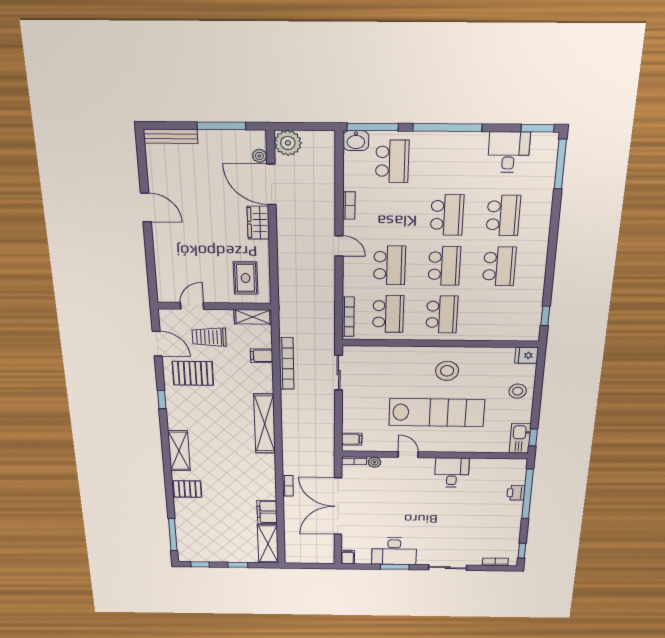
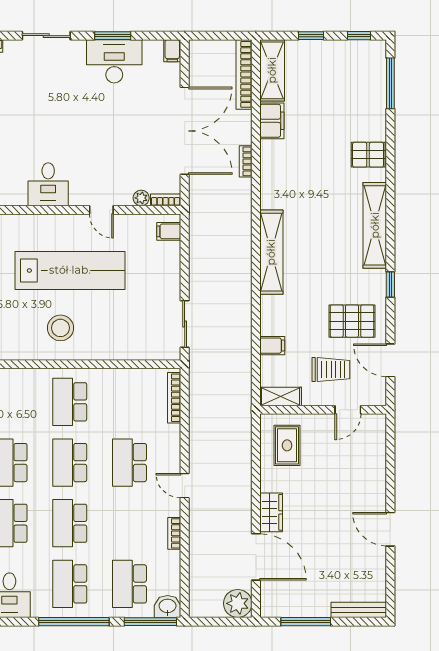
plant: (260, 156) -> (267, 589), removed
school desk: (388, 314) -> (70, 584), moved
bookcase: (287, 363) -> (244, 74), moved
lab bench: (437, 413) -> (70, 270), turned 180
shelving: (179, 451) -> (375, 225), width x1.47

